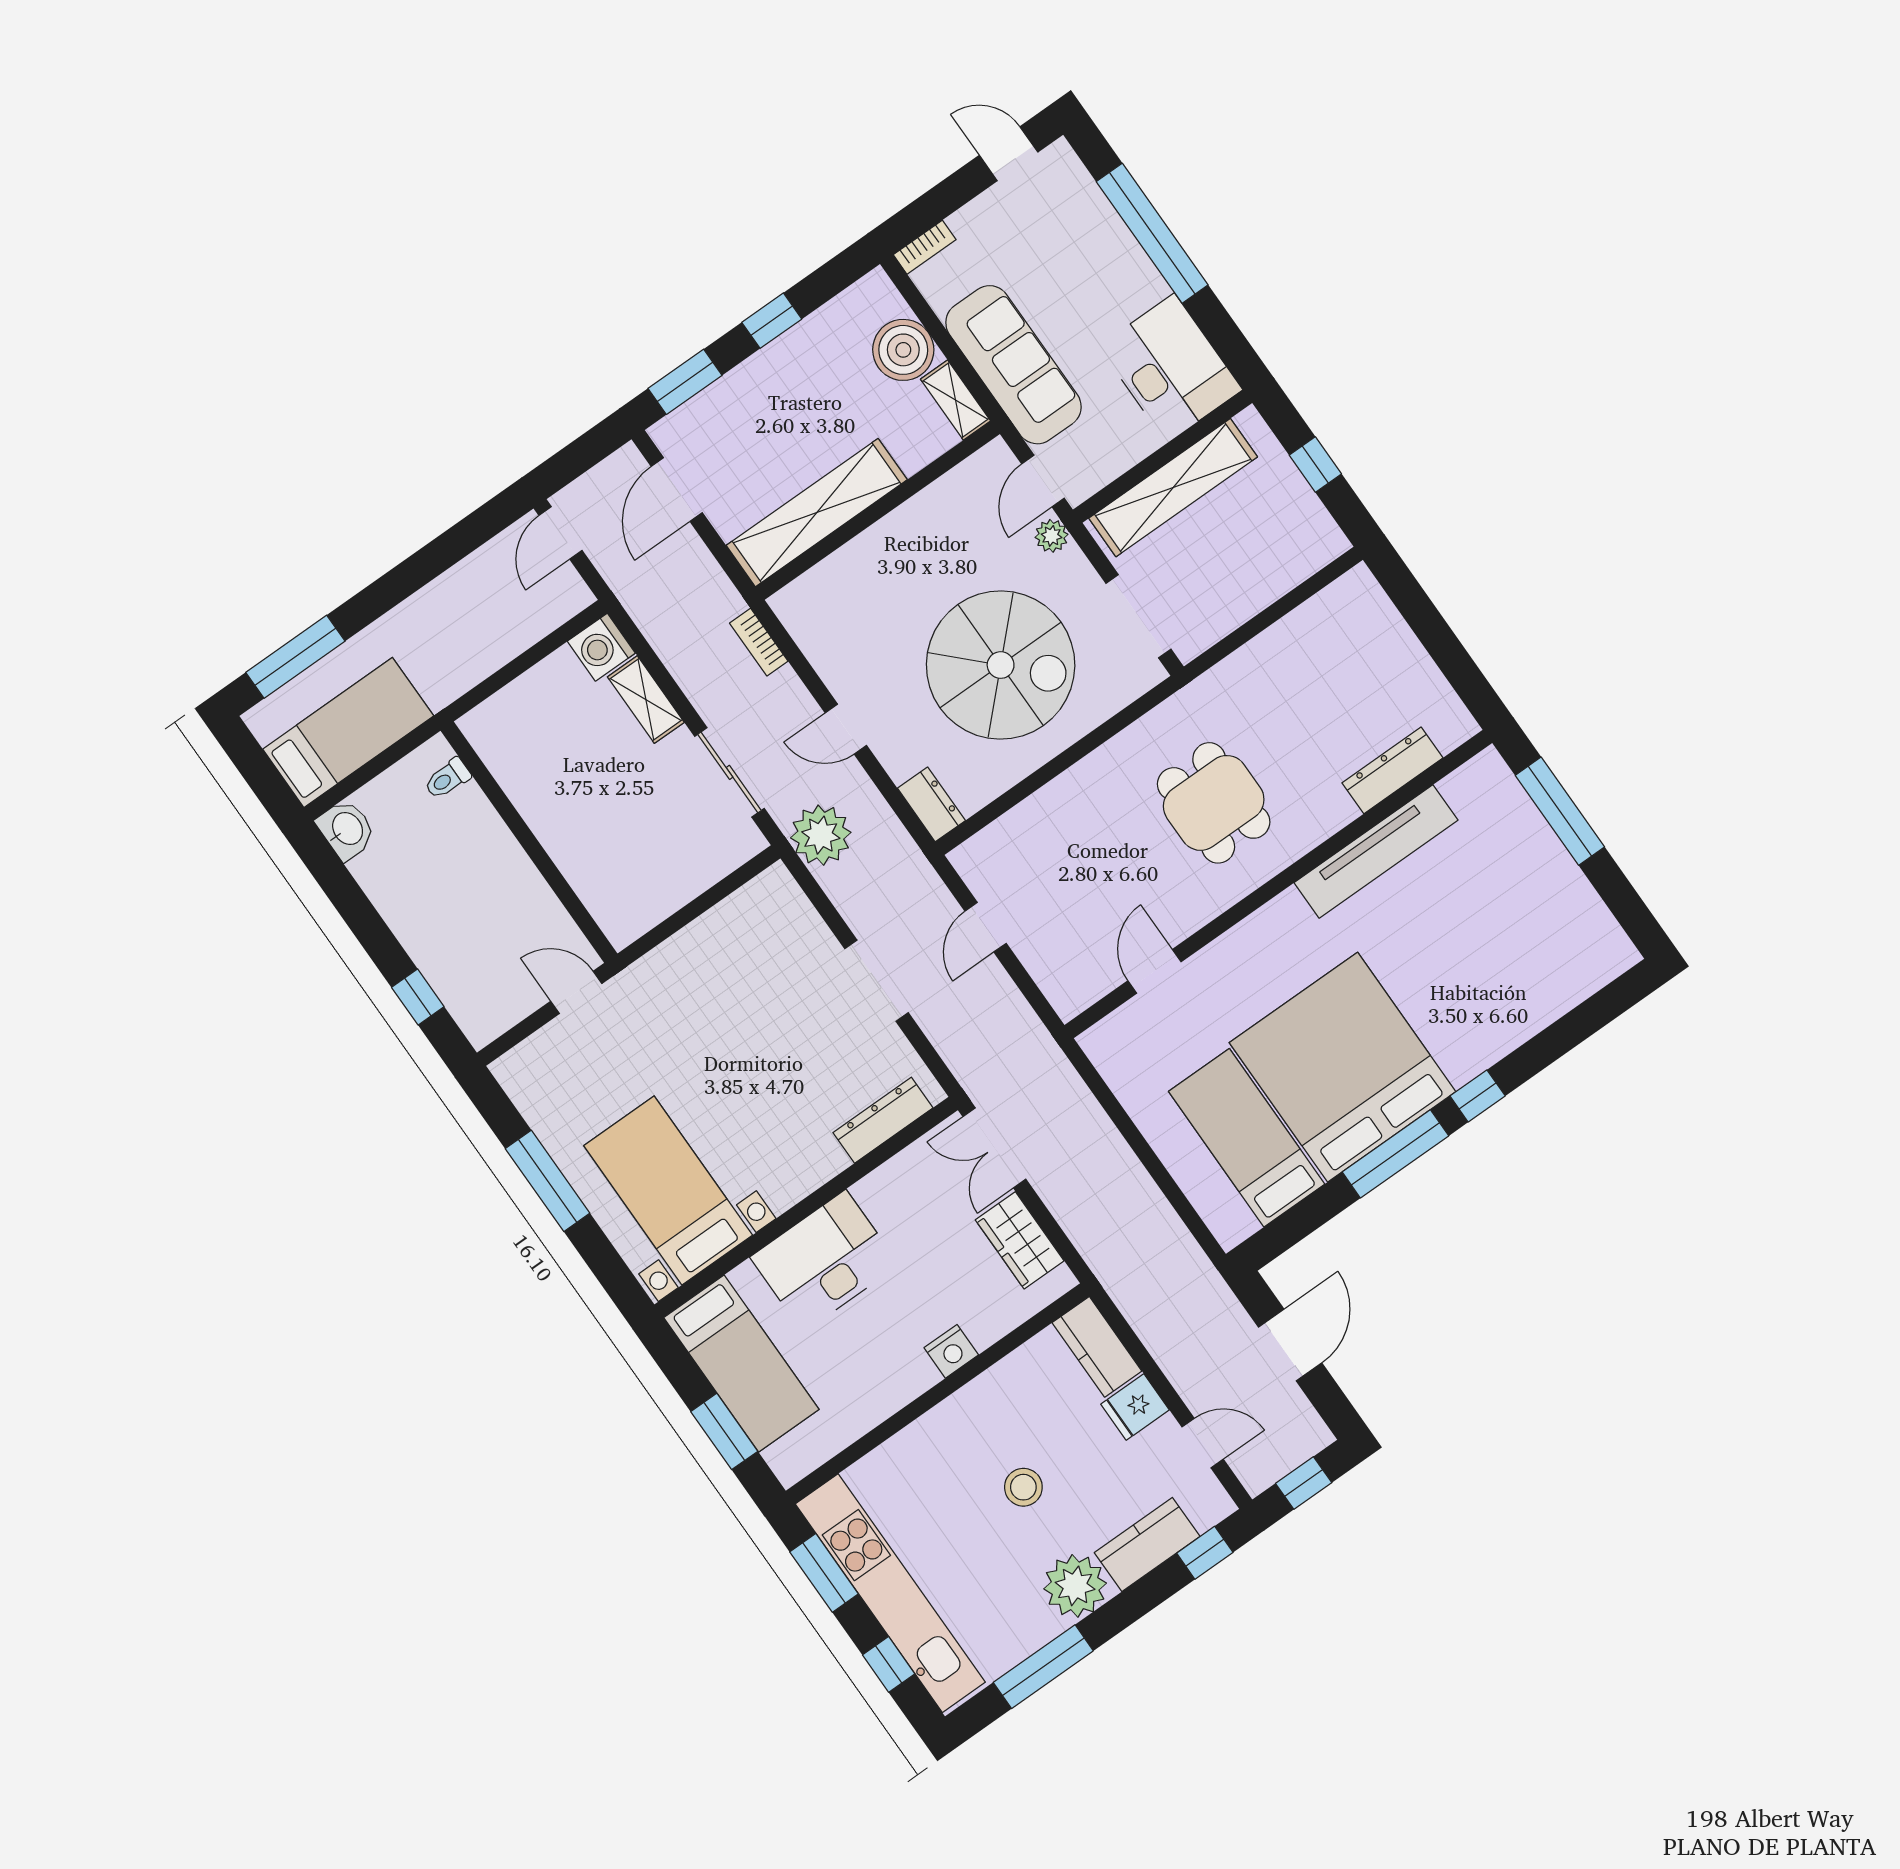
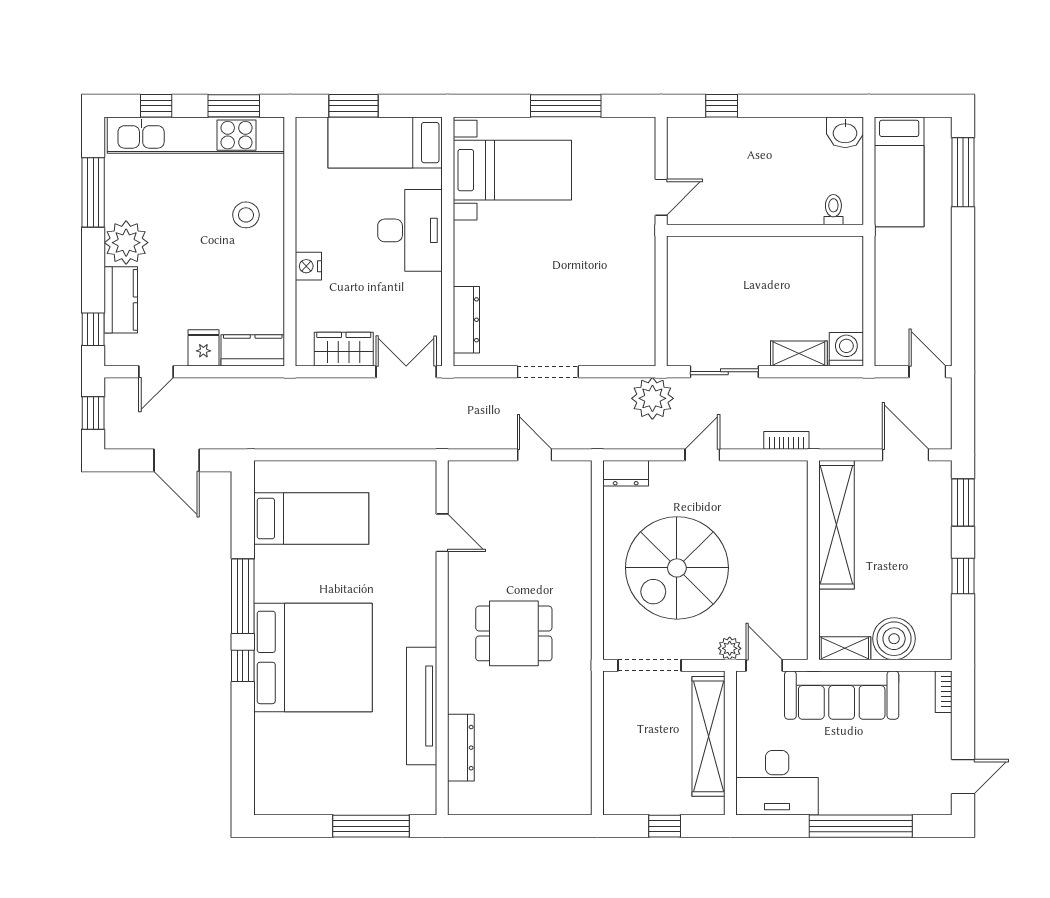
bed: (1343, 1067) -> (313, 657), moved
stool: (1023, 1487) -> (246, 215), moved

